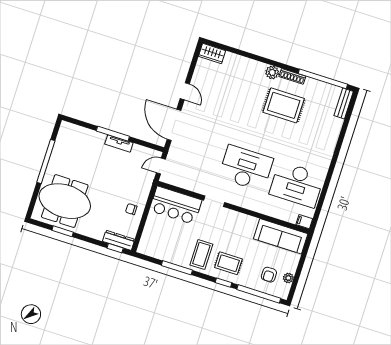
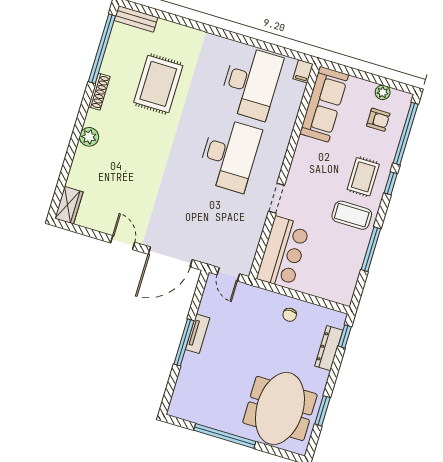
plant: (272, 72) -> (89, 137), moved
door: (185, 91) -> (123, 243), hinge flipped
rug: (284, 105) -> (158, 84), moved
desk: (246, 168) -> (229, 155), turned 180
dresser: (119, 240) -> (329, 348), moved

